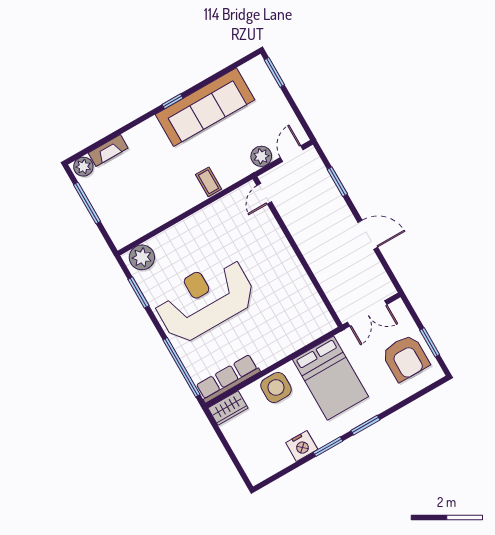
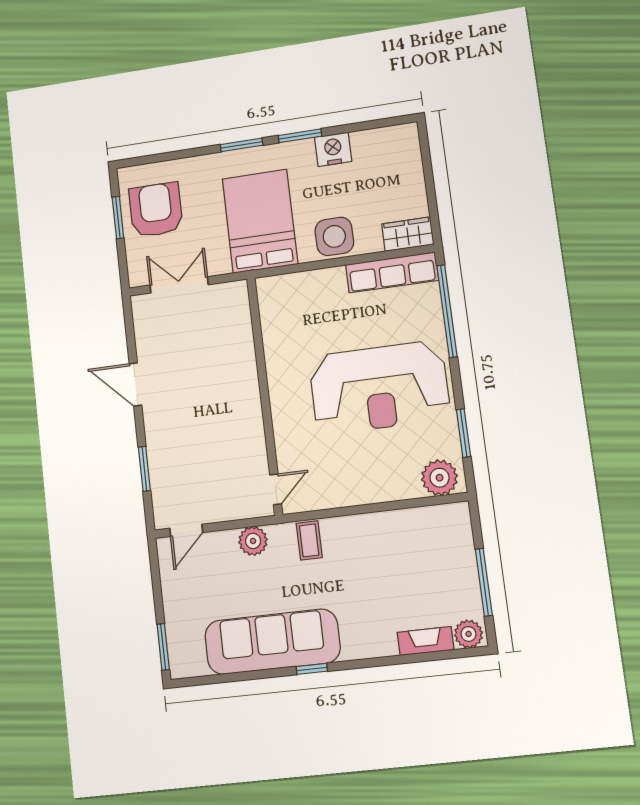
plant: (261, 156) -> (253, 541), moved
door: (264, 194) -> (276, 489), moved
wall: (298, 252) -> (265, 395), moved

